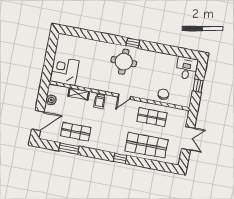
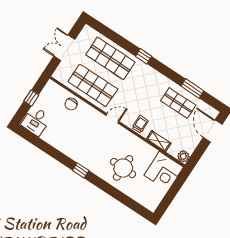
round table: (124, 62) -> (123, 168), moved
plant: (51, 100) -> (183, 156), moved
shop shelf: (152, 117) -> (93, 85), width x1.43, depth x1.36
door: (38, 121) -> (213, 131), hinge flipped

